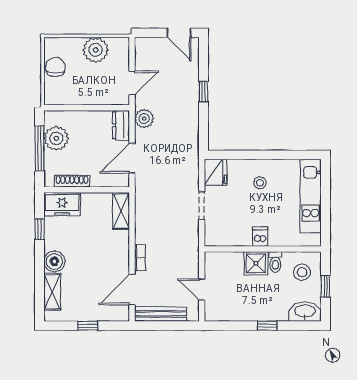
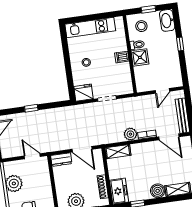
plant: (144, 119) -> (130, 134), moved

